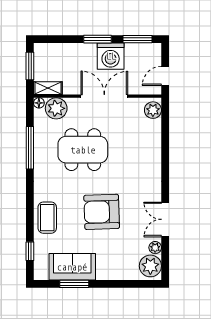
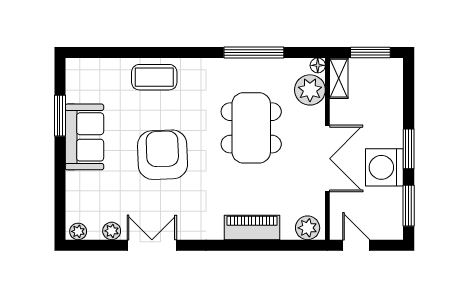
piano: (153, 149) -> (252, 227), added
window: (30, 251) -> (106, 52), removed
plant: (150, 266) -> (78, 231), width x0.53, depth x0.53
sofa: (72, 267) -> (84, 137), moved

